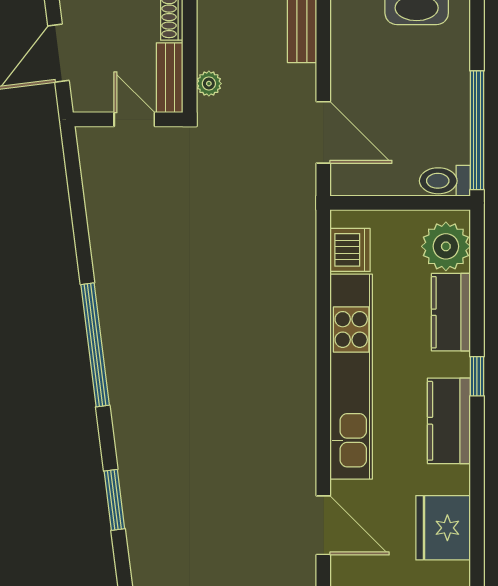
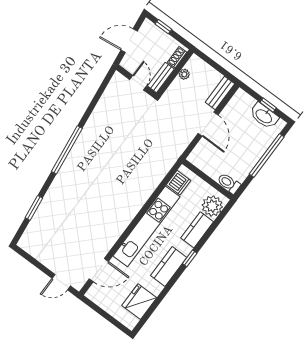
plant: (209, 84) -> (184, 74), moved
window: (477, 130) -> (267, 155), moved
door: (323, 132) -> (208, 124), moved
door: (323, 525) -> (99, 270), hinge flipped

